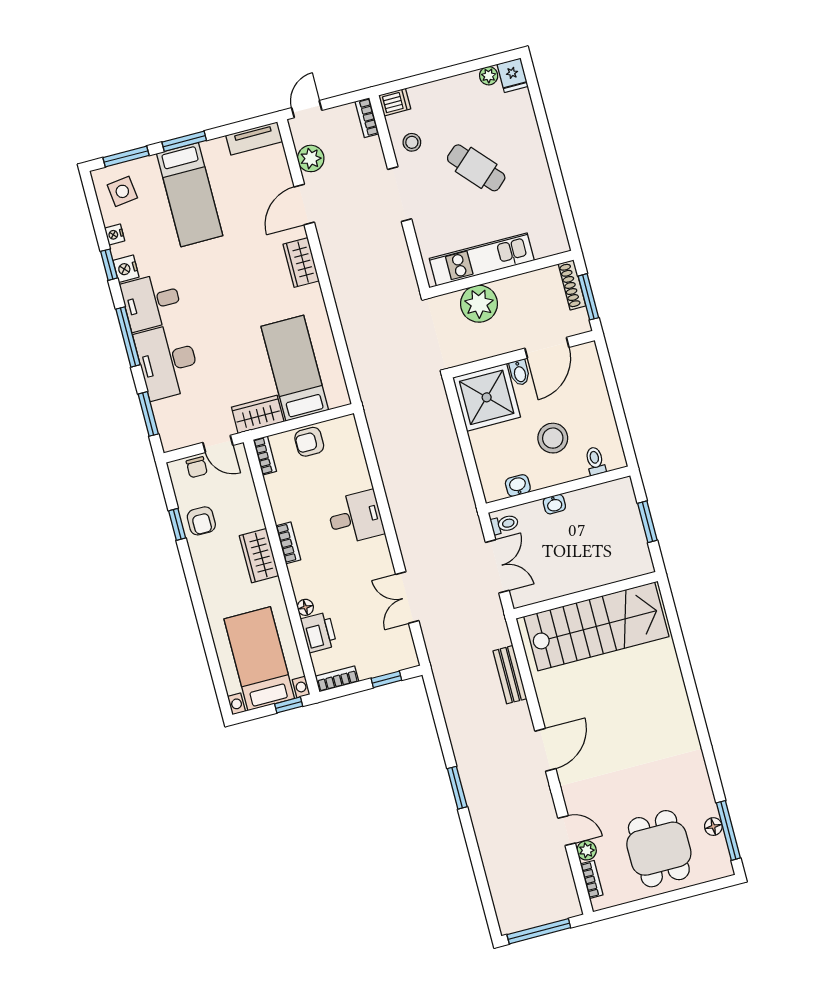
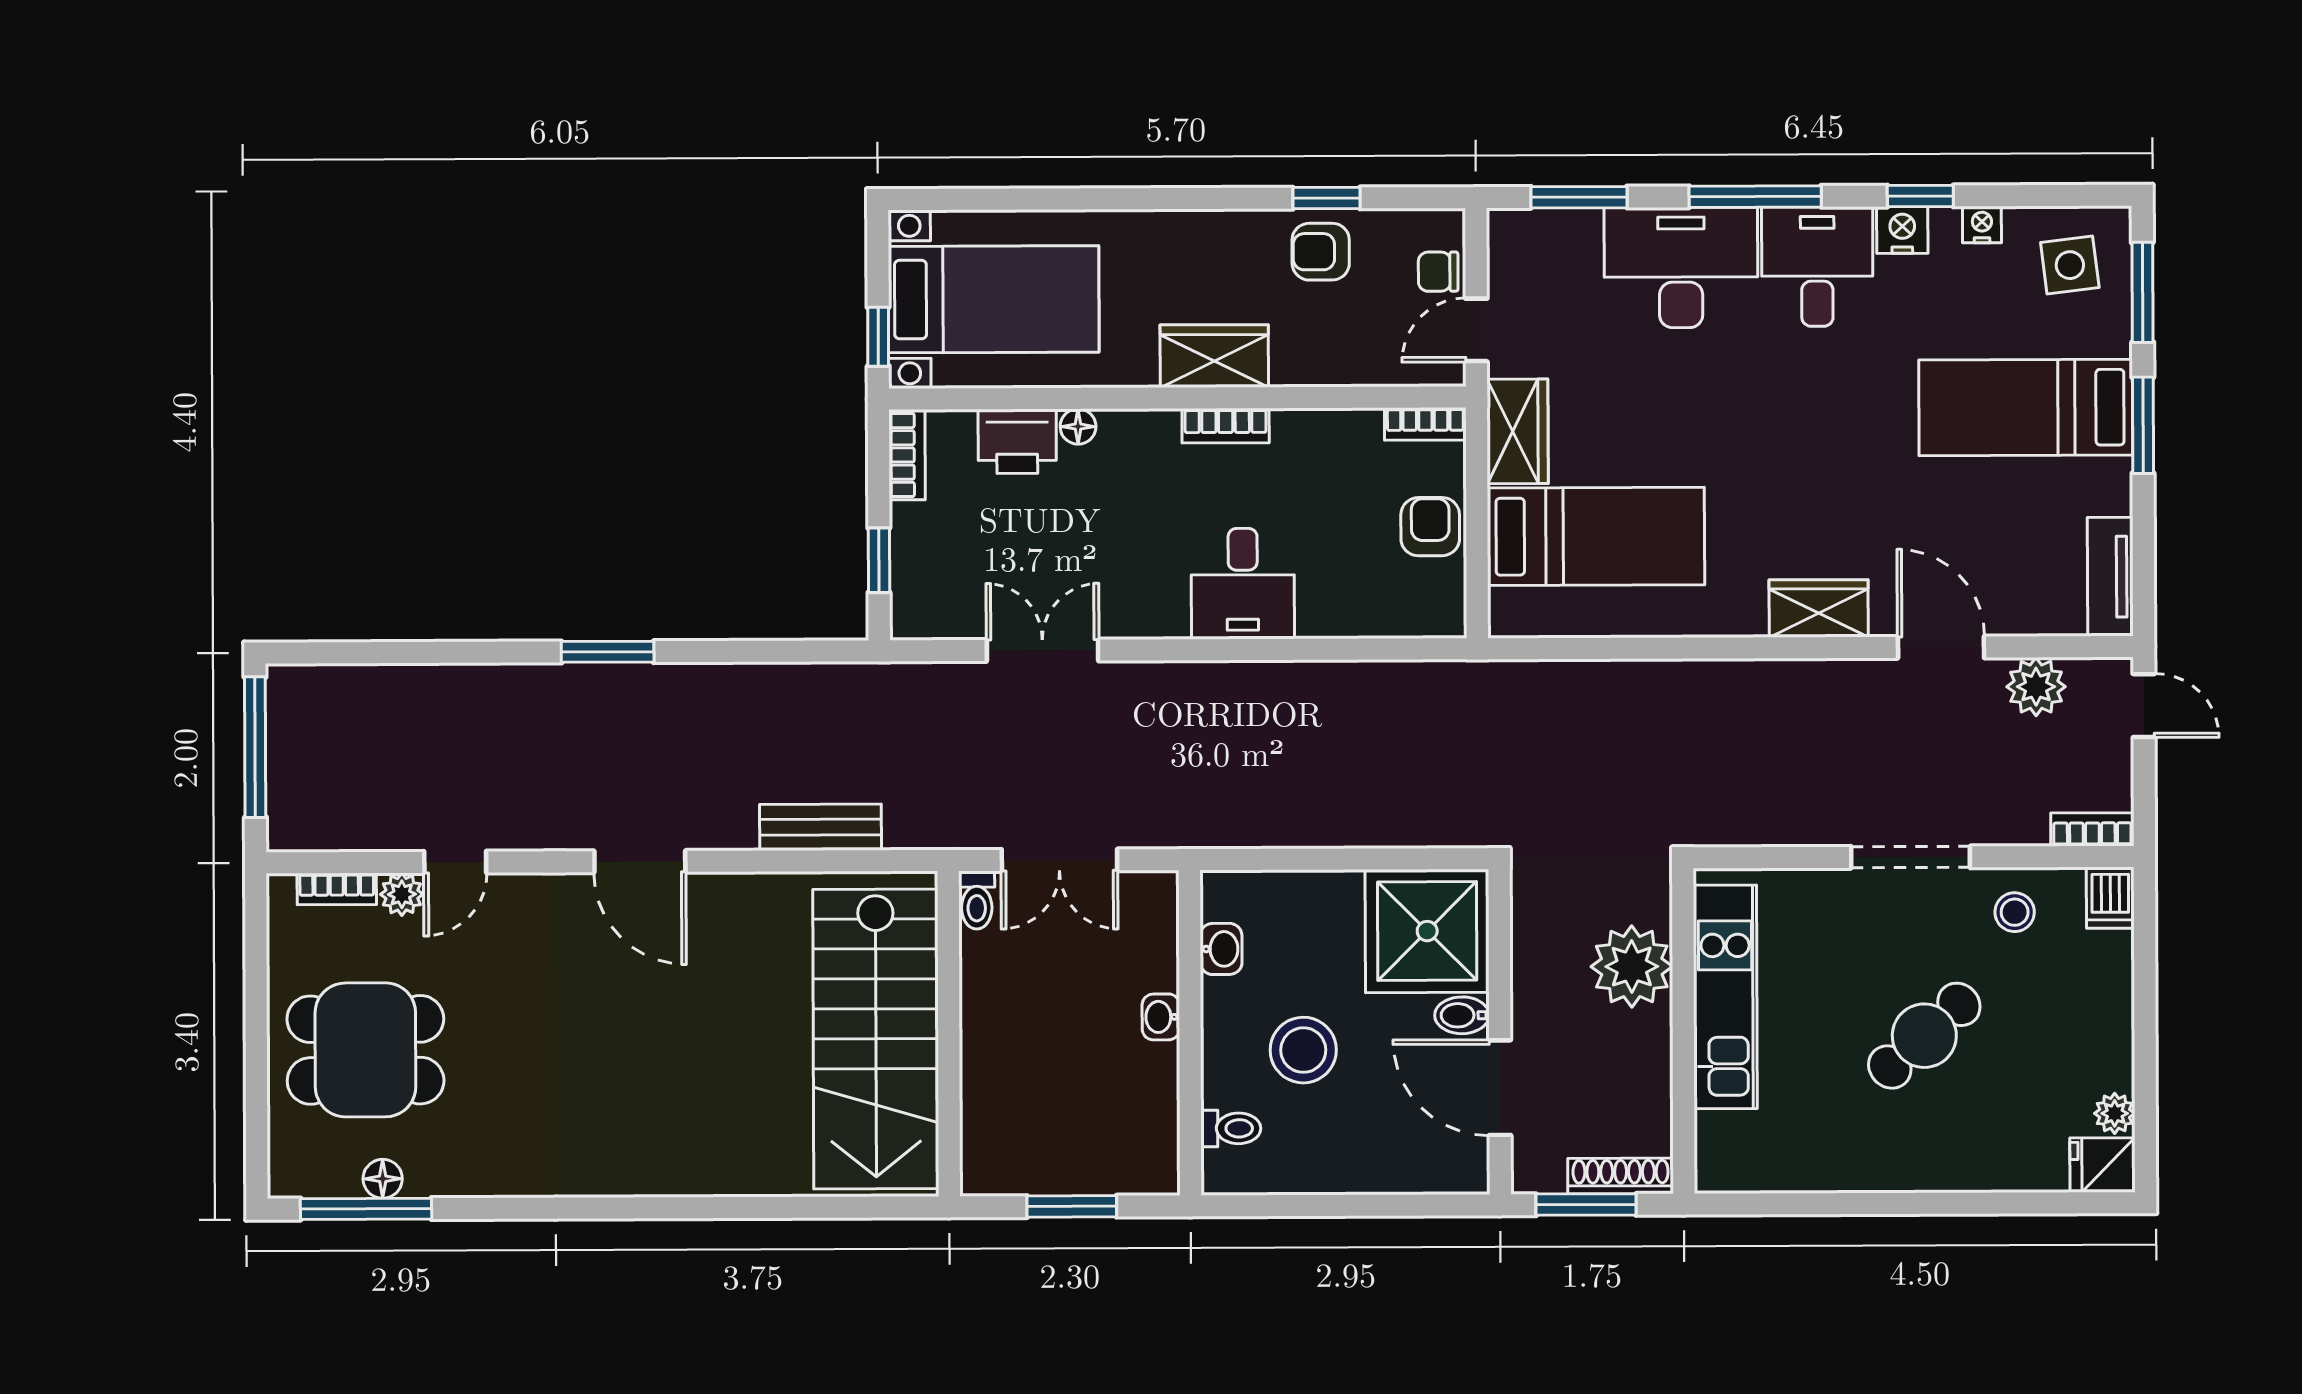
toilet: (505, 524) -> (977, 900), moved

